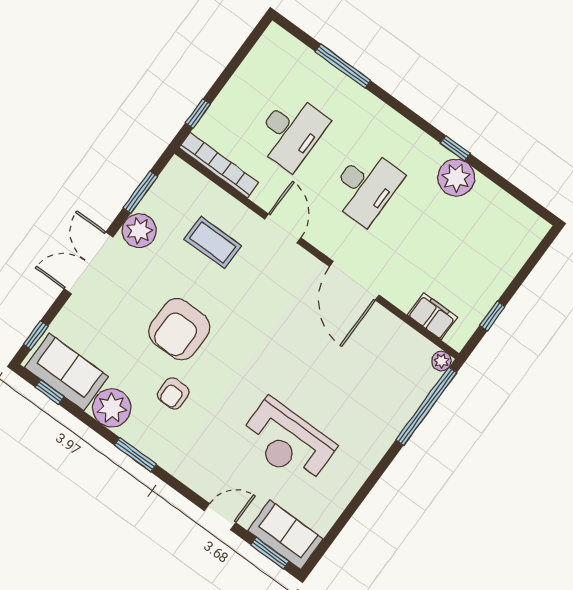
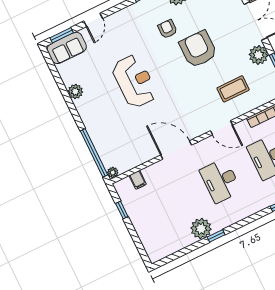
filing cabinet: (432, 316) -> (138, 180), width x0.50
reception desk: (287, 442) -> (134, 81), moved, turned 90
plant: (346, 486) -> (75, 91), added

